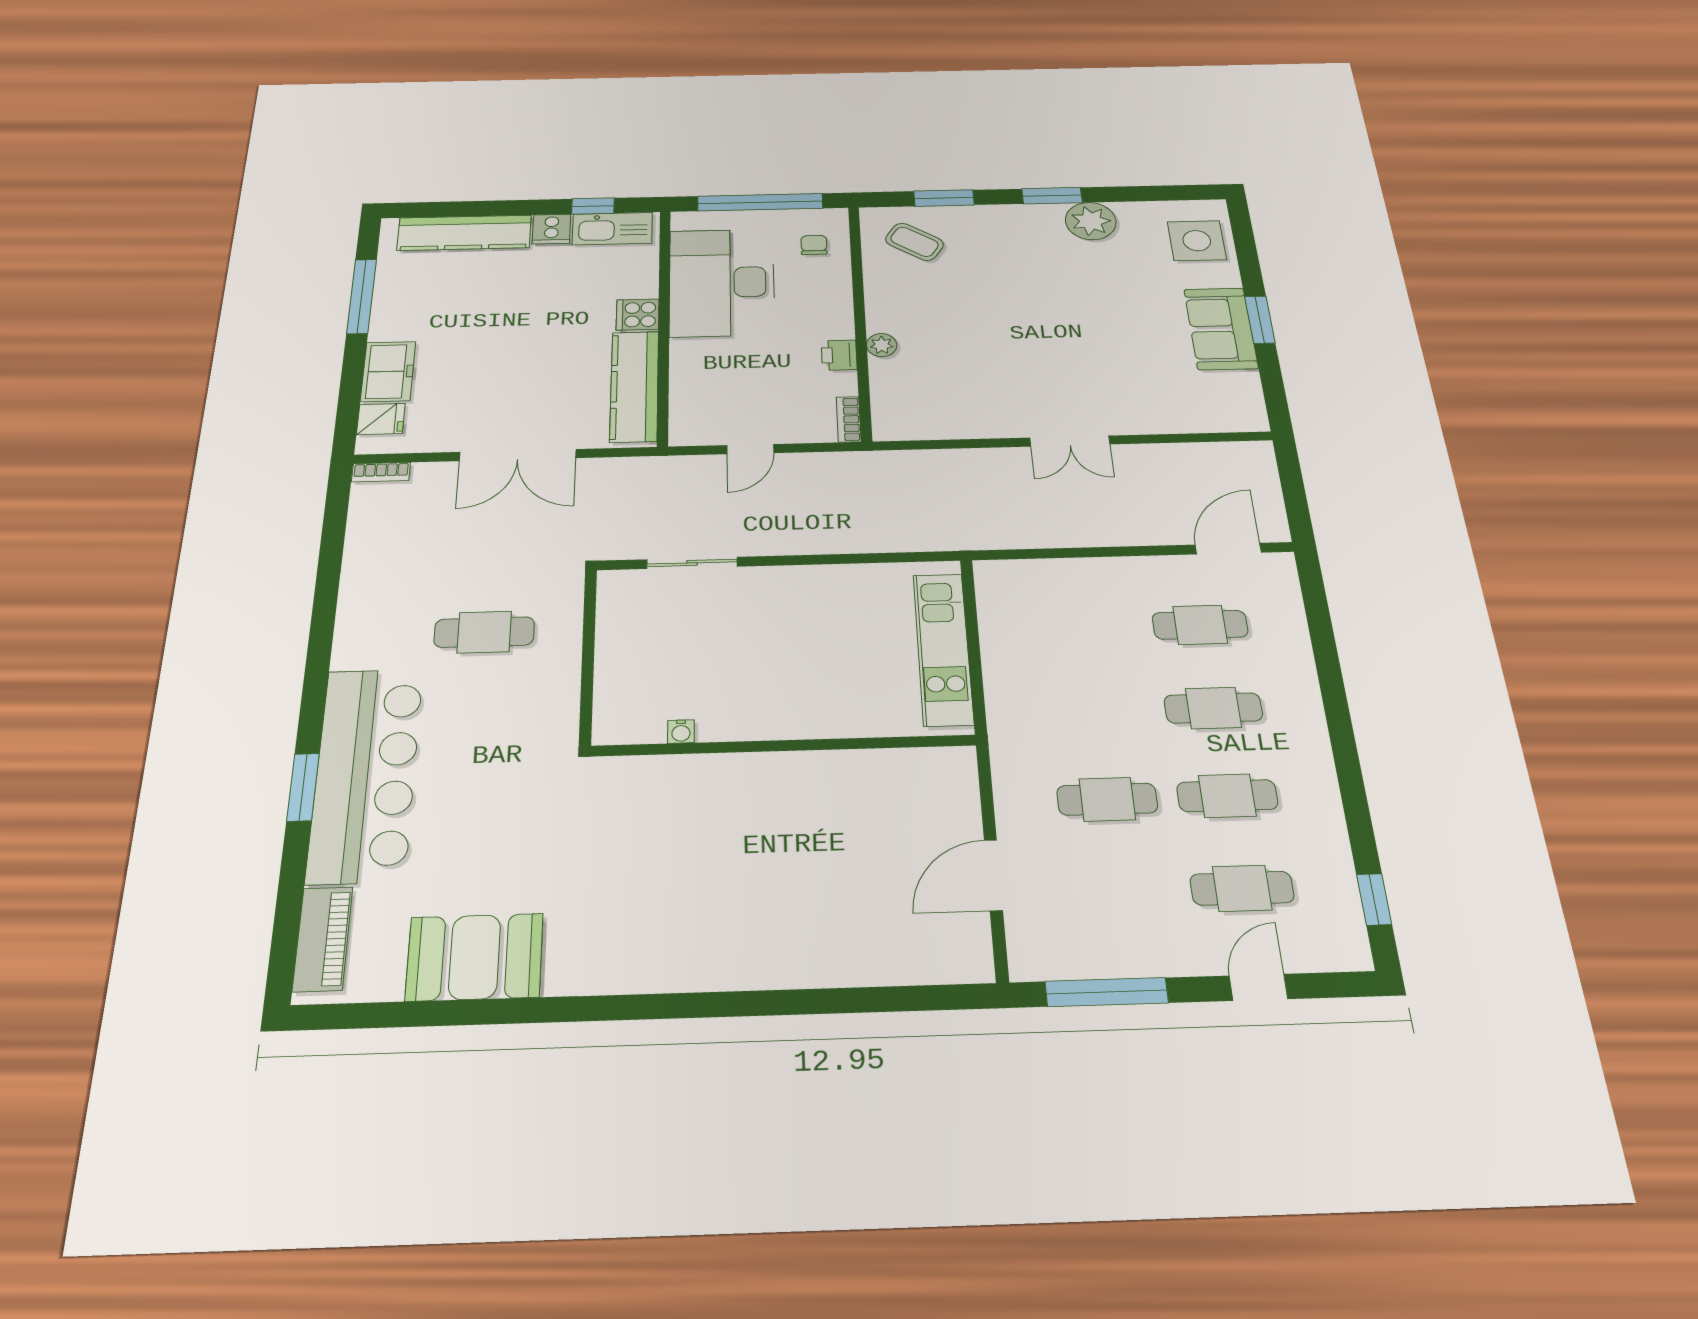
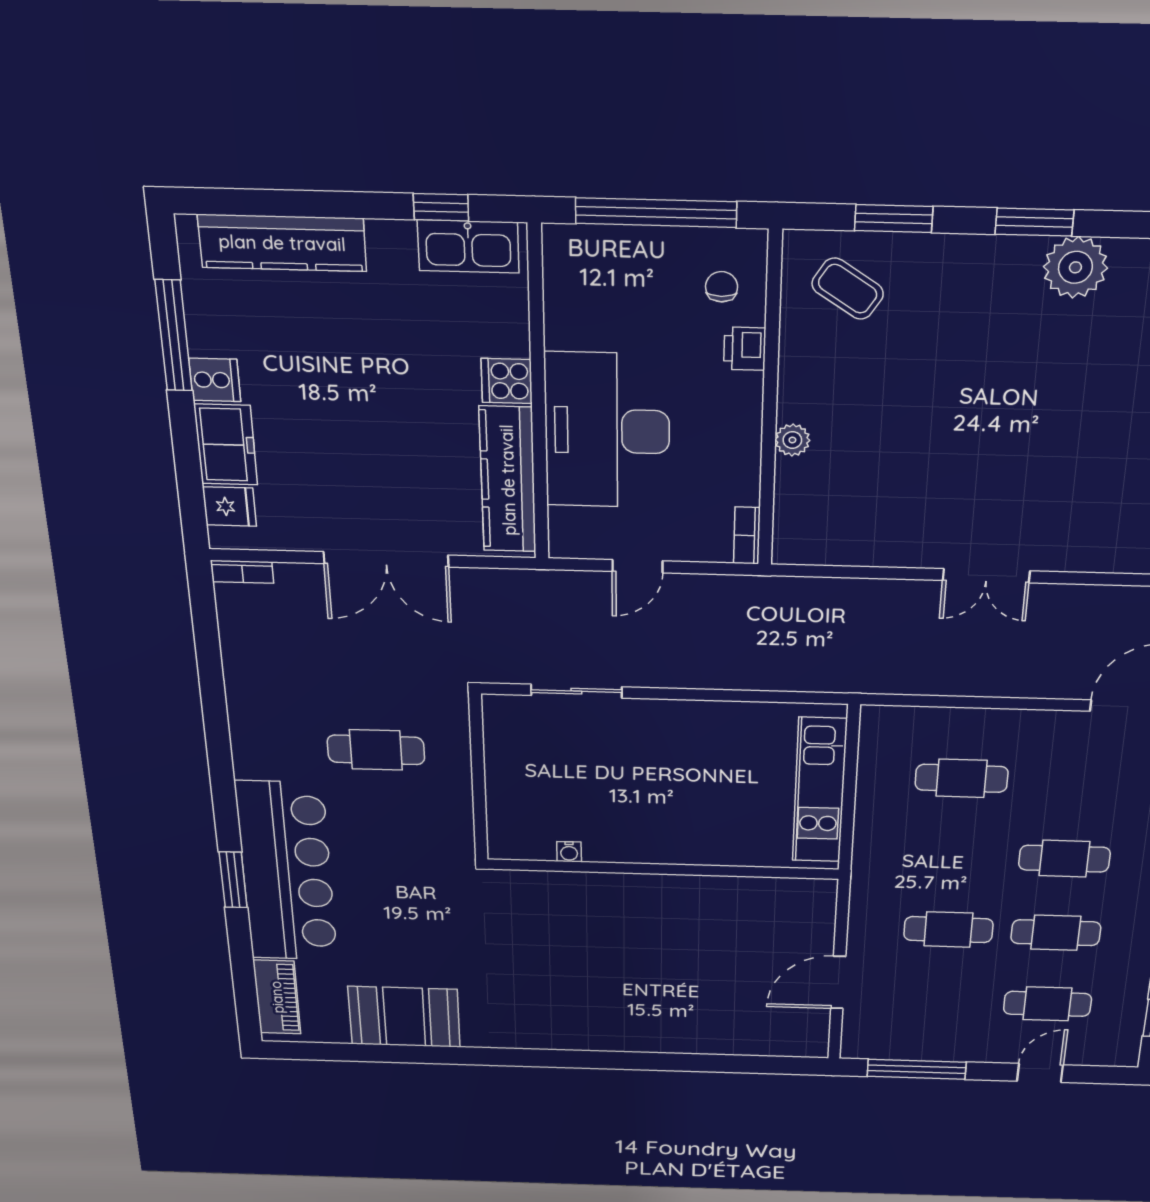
cooker: (551, 229) -> (215, 380), moved, turned -90
desk: (722, 282) -> (607, 431), moved
printer: (839, 355) -> (745, 349), moved
cafe table: (1200, 625) -> (962, 778), moved

